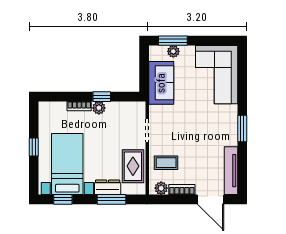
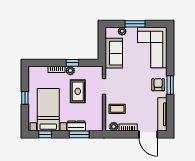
window: (173, 41) -> (135, 24), moved
armchair: (225, 128) -> (158, 85), added
rug: (133, 166) -> (78, 91), moved

